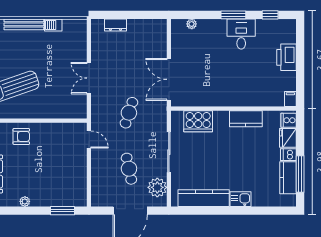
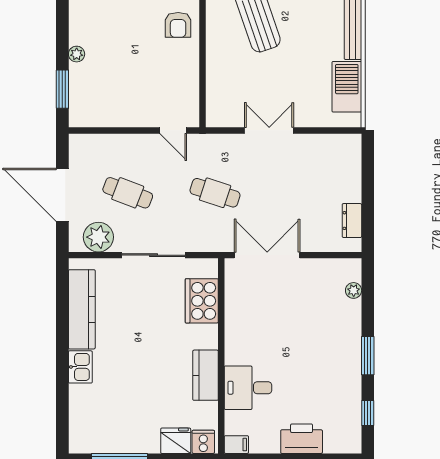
barbecue: (53, 25) -> (347, 87), width x1.88, depth x1.53
dresser: (115, 25) -> (352, 221), moved
desk: (241, 34) -> (248, 388), moved, turned 180
door: (89, 140) -> (173, 130), hinge flipped
dishwasher: (288, 155) -> (150, 441), removed
cafe table: (129, 169) -> (128, 193), turned 33
kitchen counter: (288, 178) -> (114, 441), removed
plant: (25, 201) -> (77, 54), moved

